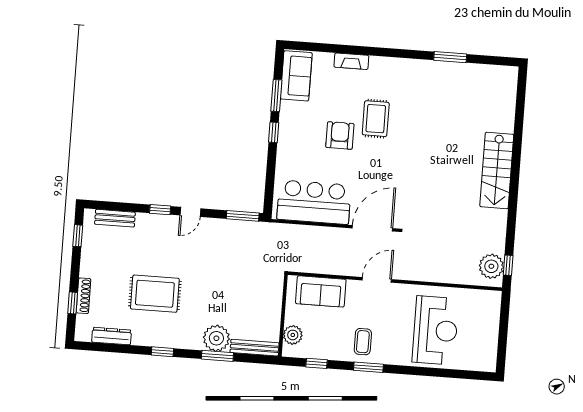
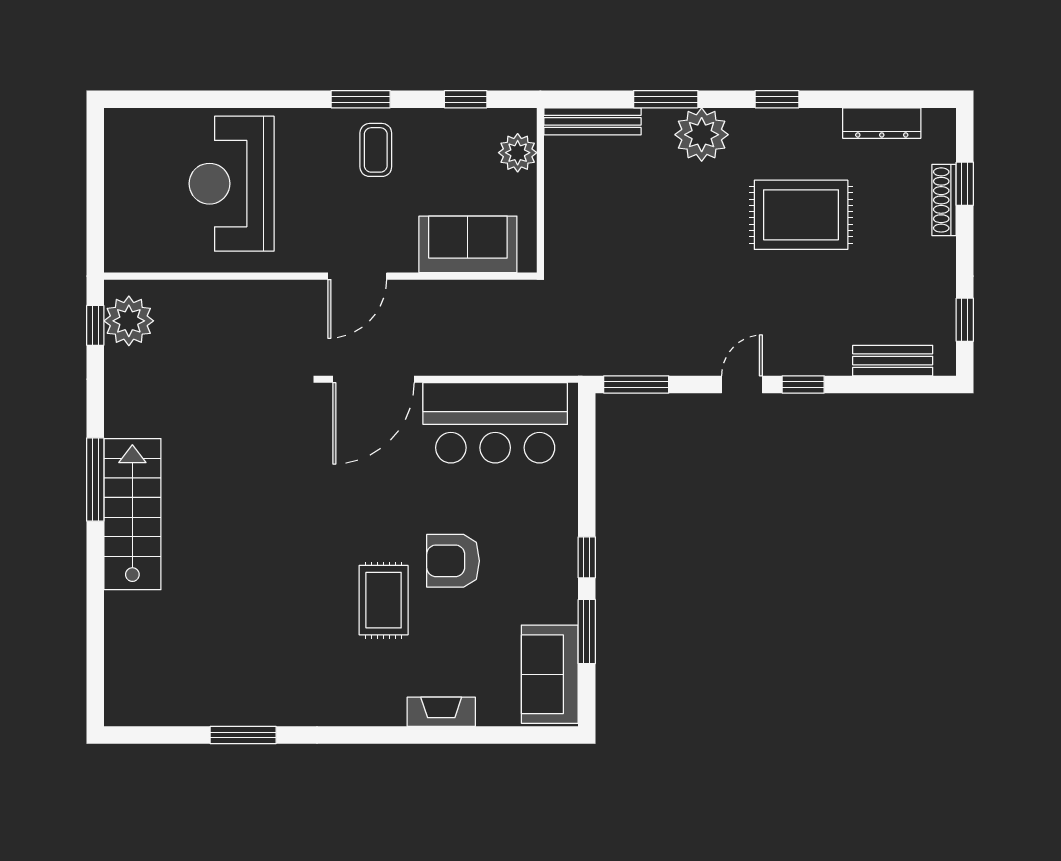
armchair: (340, 135) -> (453, 561), turned 90
window: (514, 189) -> (95, 480), added
plant: (216, 338) -> (702, 135), moved

